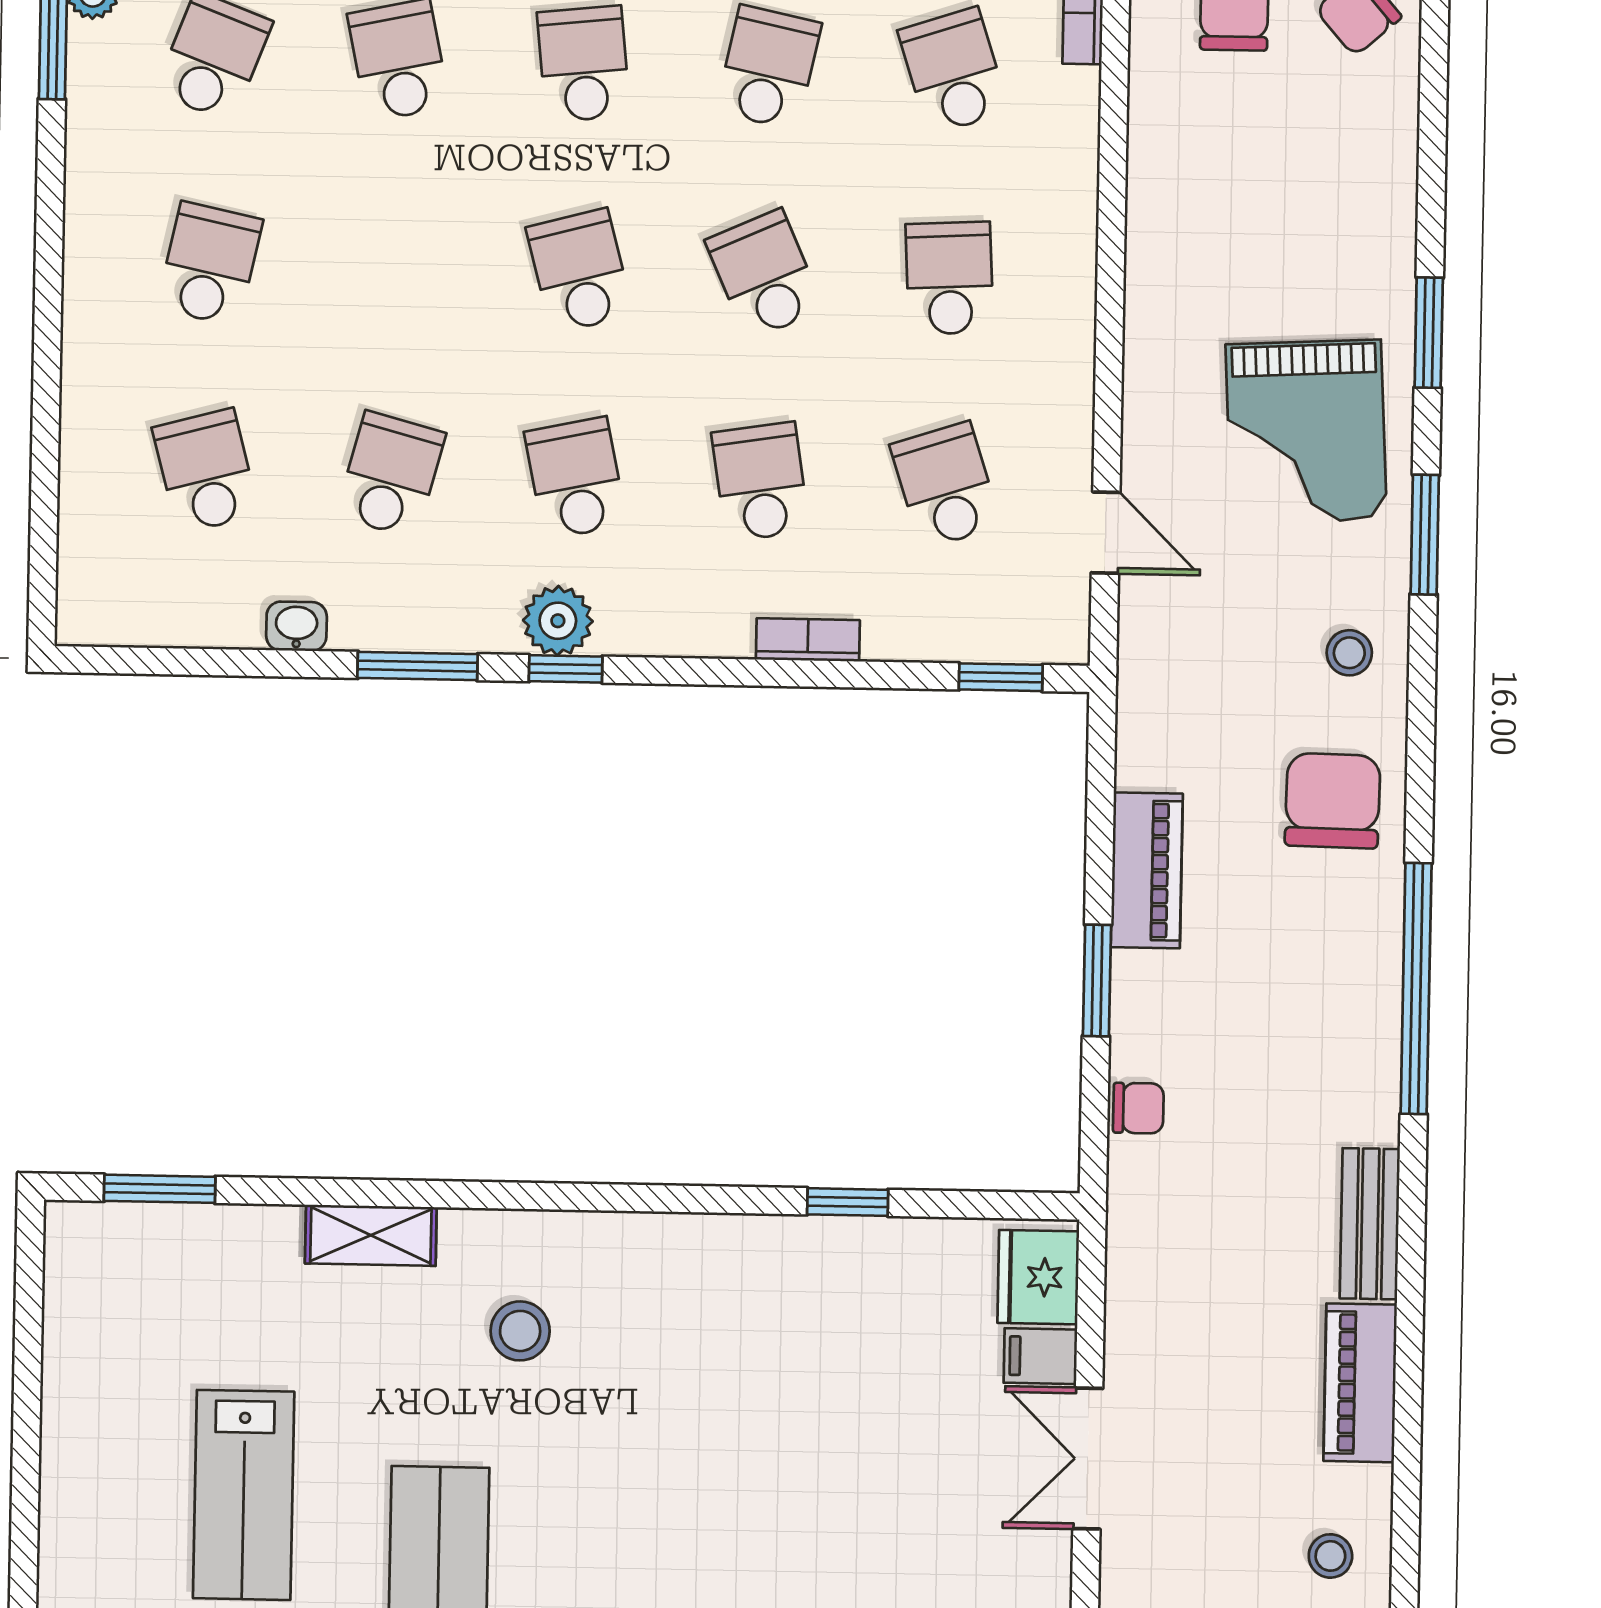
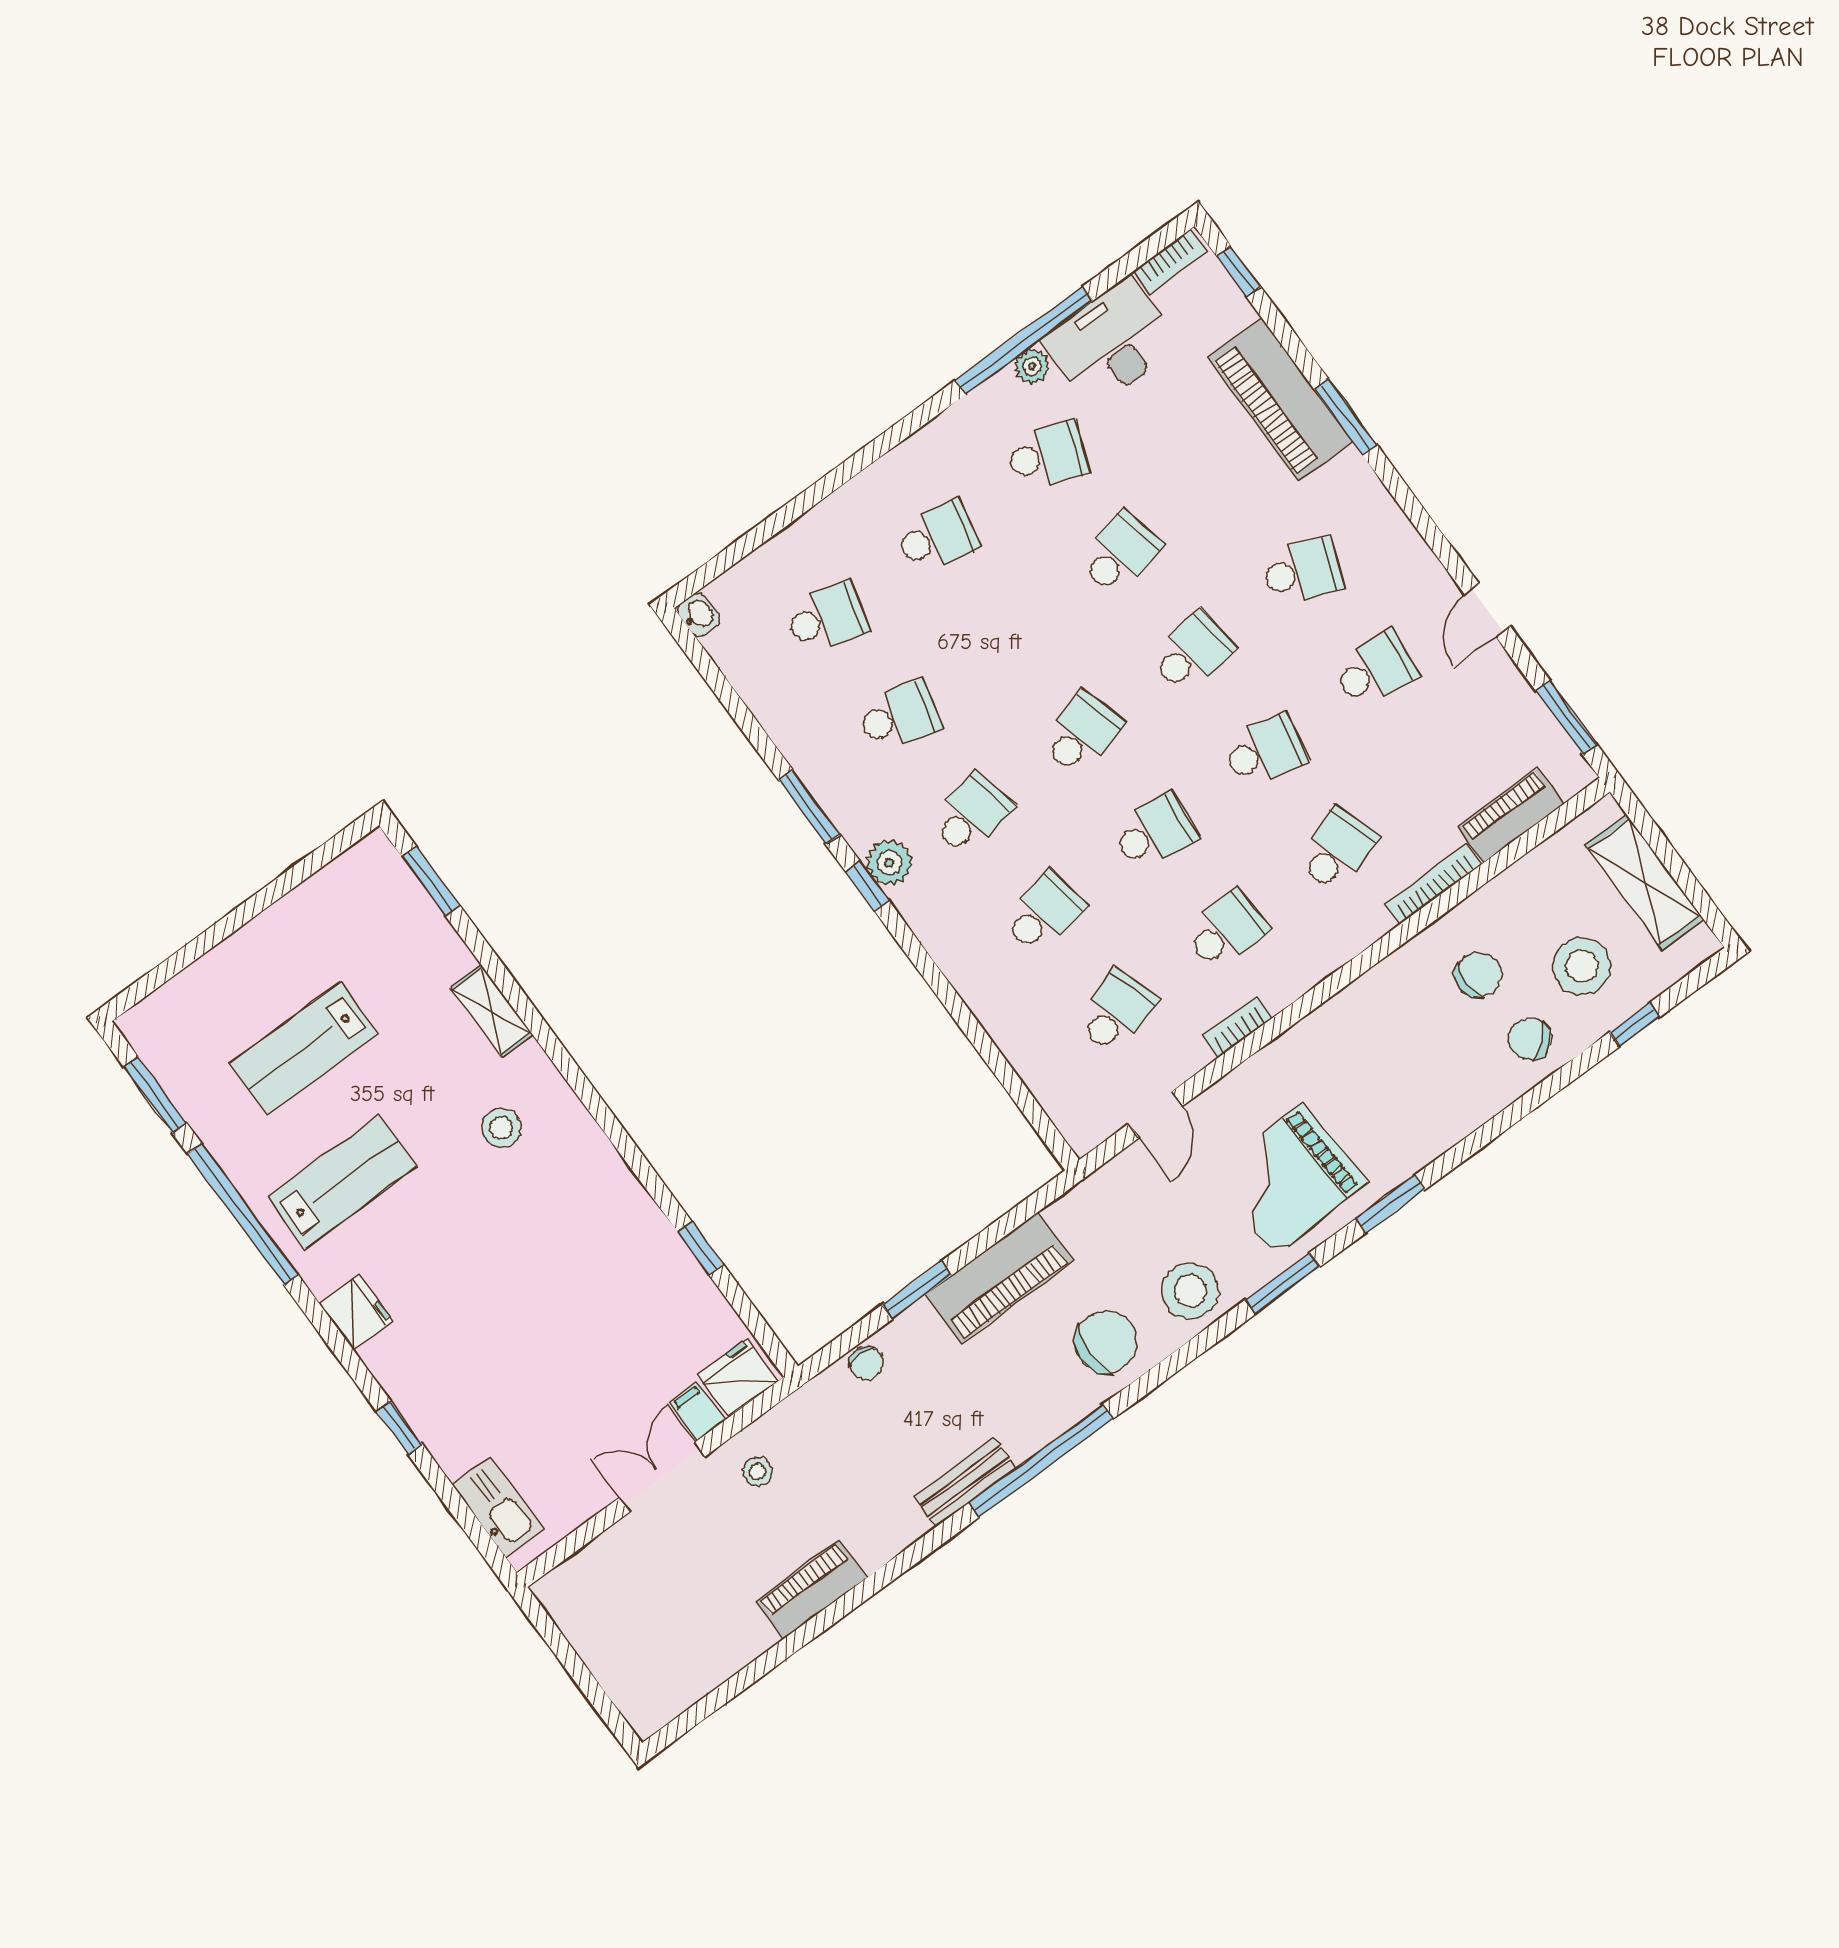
school desk: (765, 275) -> (1154, 832), turned 30
school desk: (206, 471) -> (827, 618), turned 30
washbasin: (296, 626) -> (699, 615), moved
bookcase: (808, 640) -> (1238, 1027), moved, turned -90
stool: (1349, 653) -> (1190, 1291), width x1.89, depth x1.89
window: (1001, 677) -> (1037, 1118), removed
piano: (1147, 870) -> (999, 1278), width x1.37, depth x1.33
bench: (1370, 1224) -> (965, 1482), moved
stool: (1330, 1556) -> (757, 1472), moved

